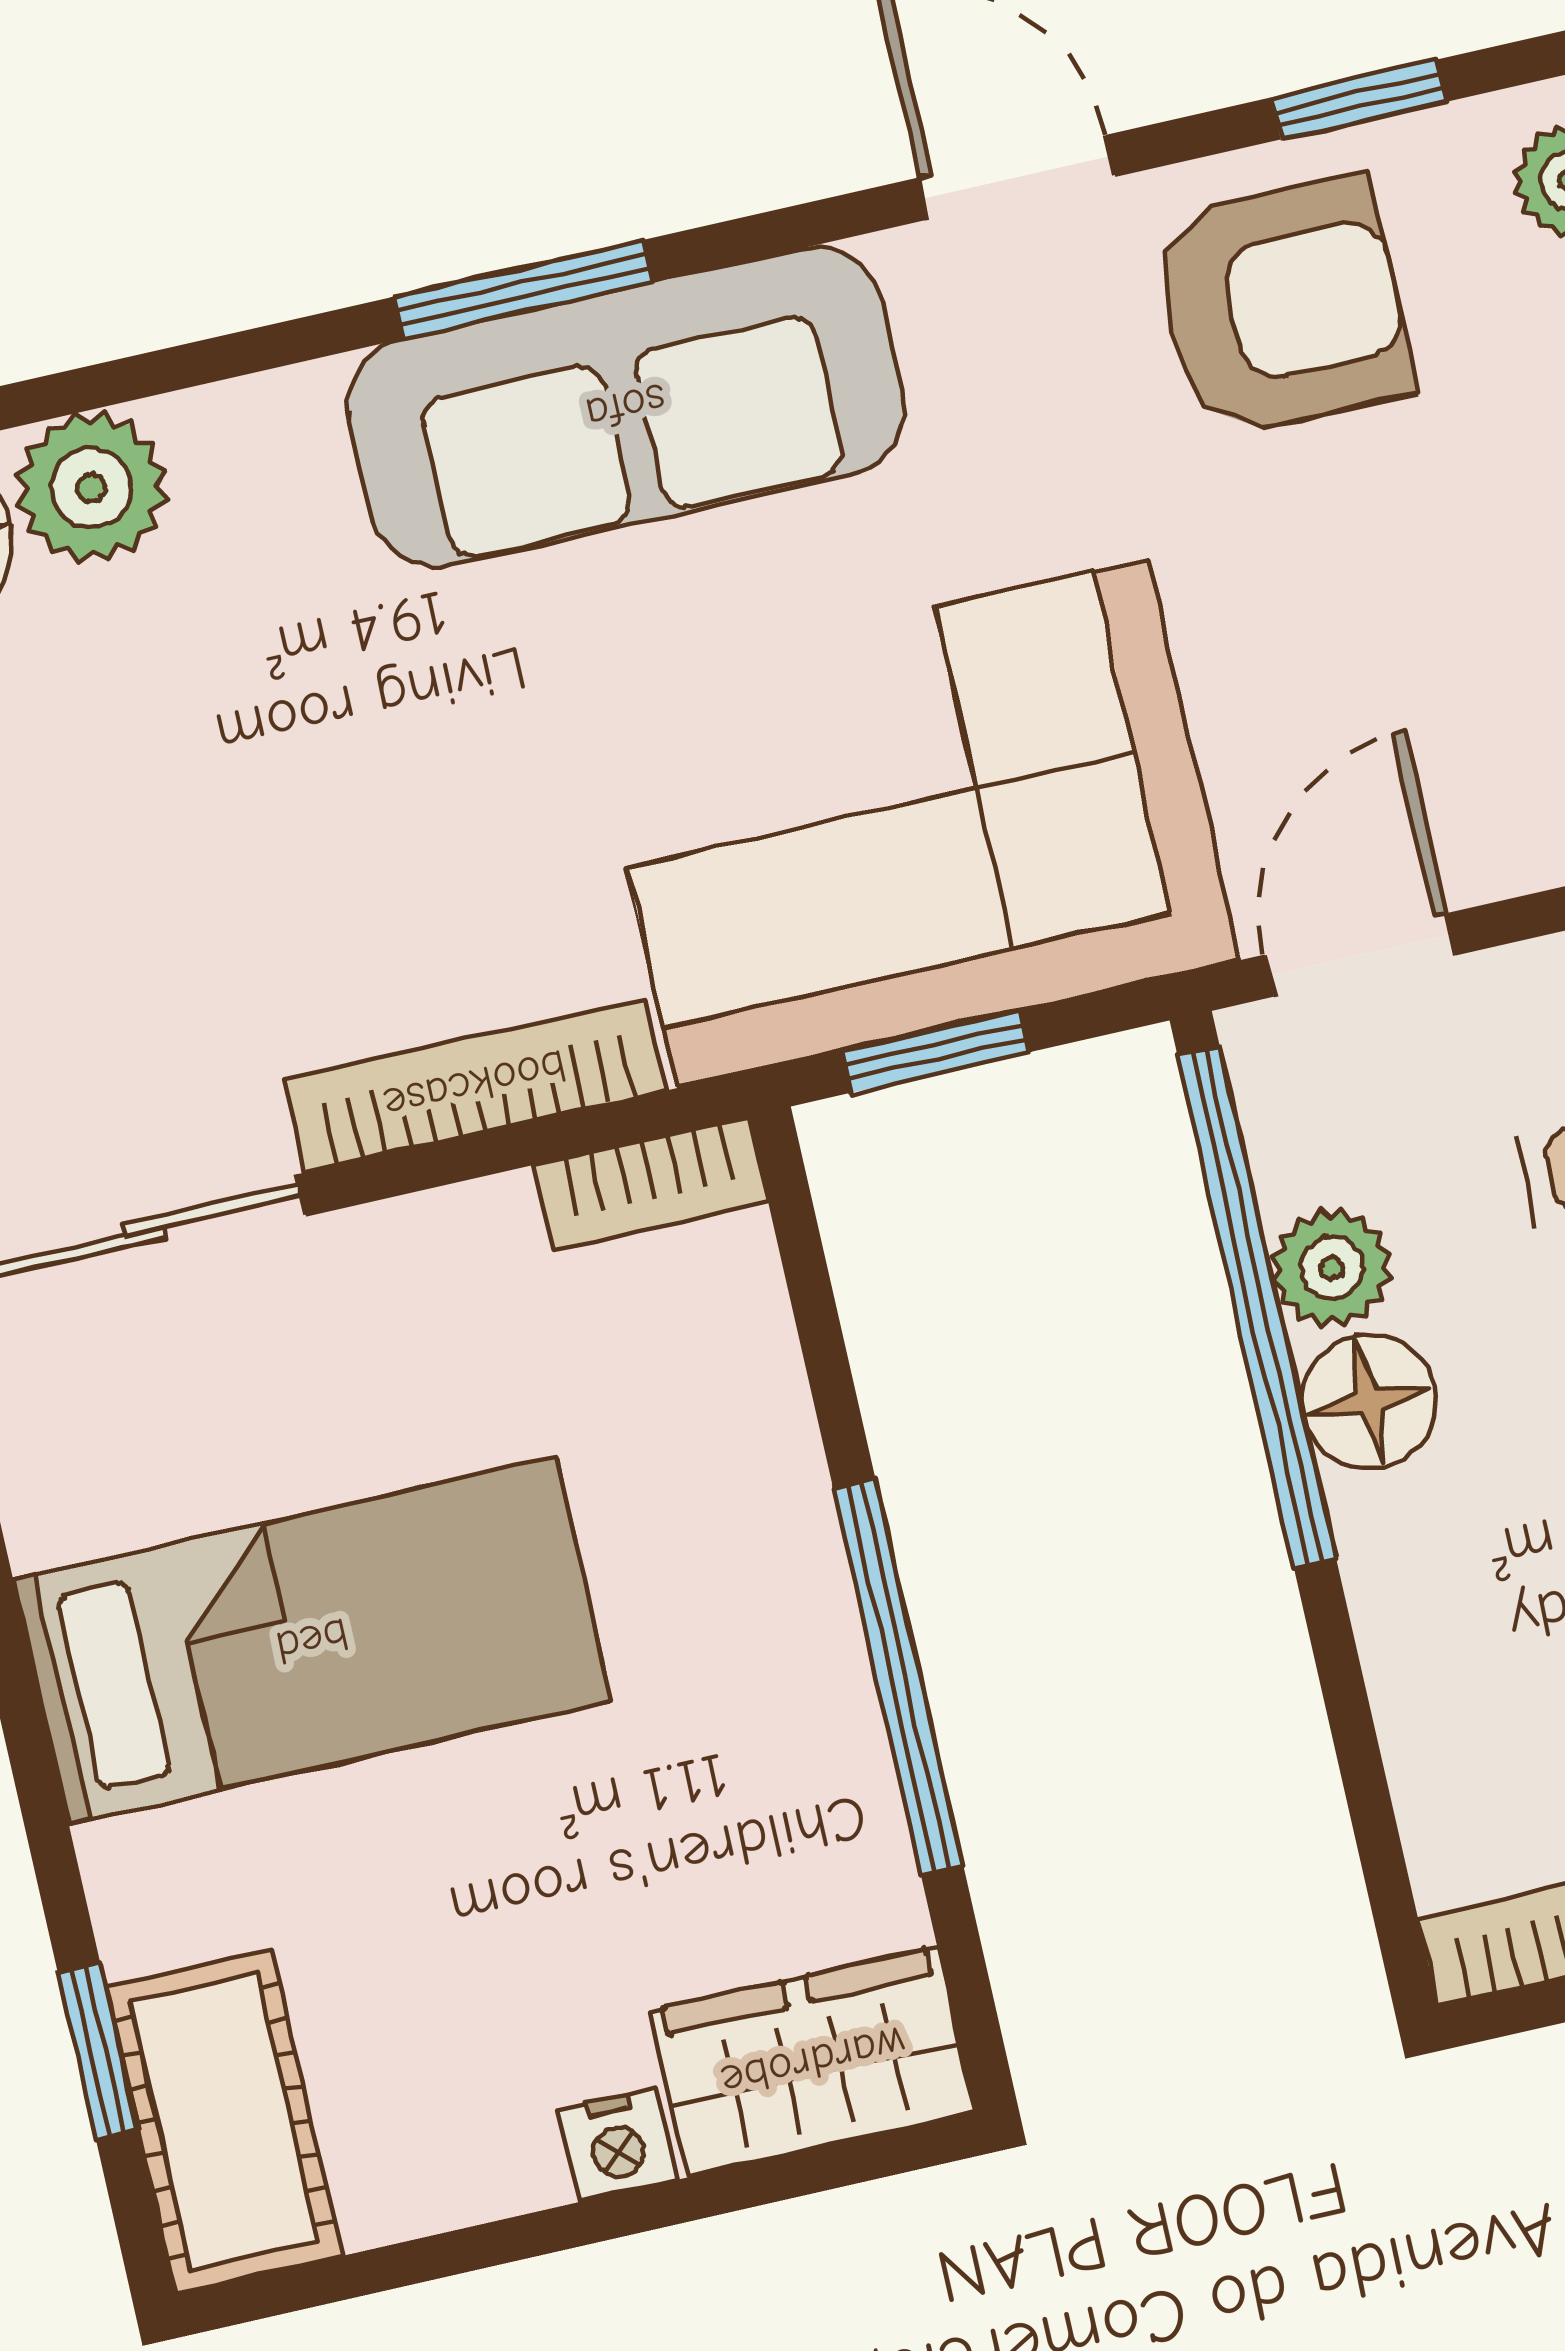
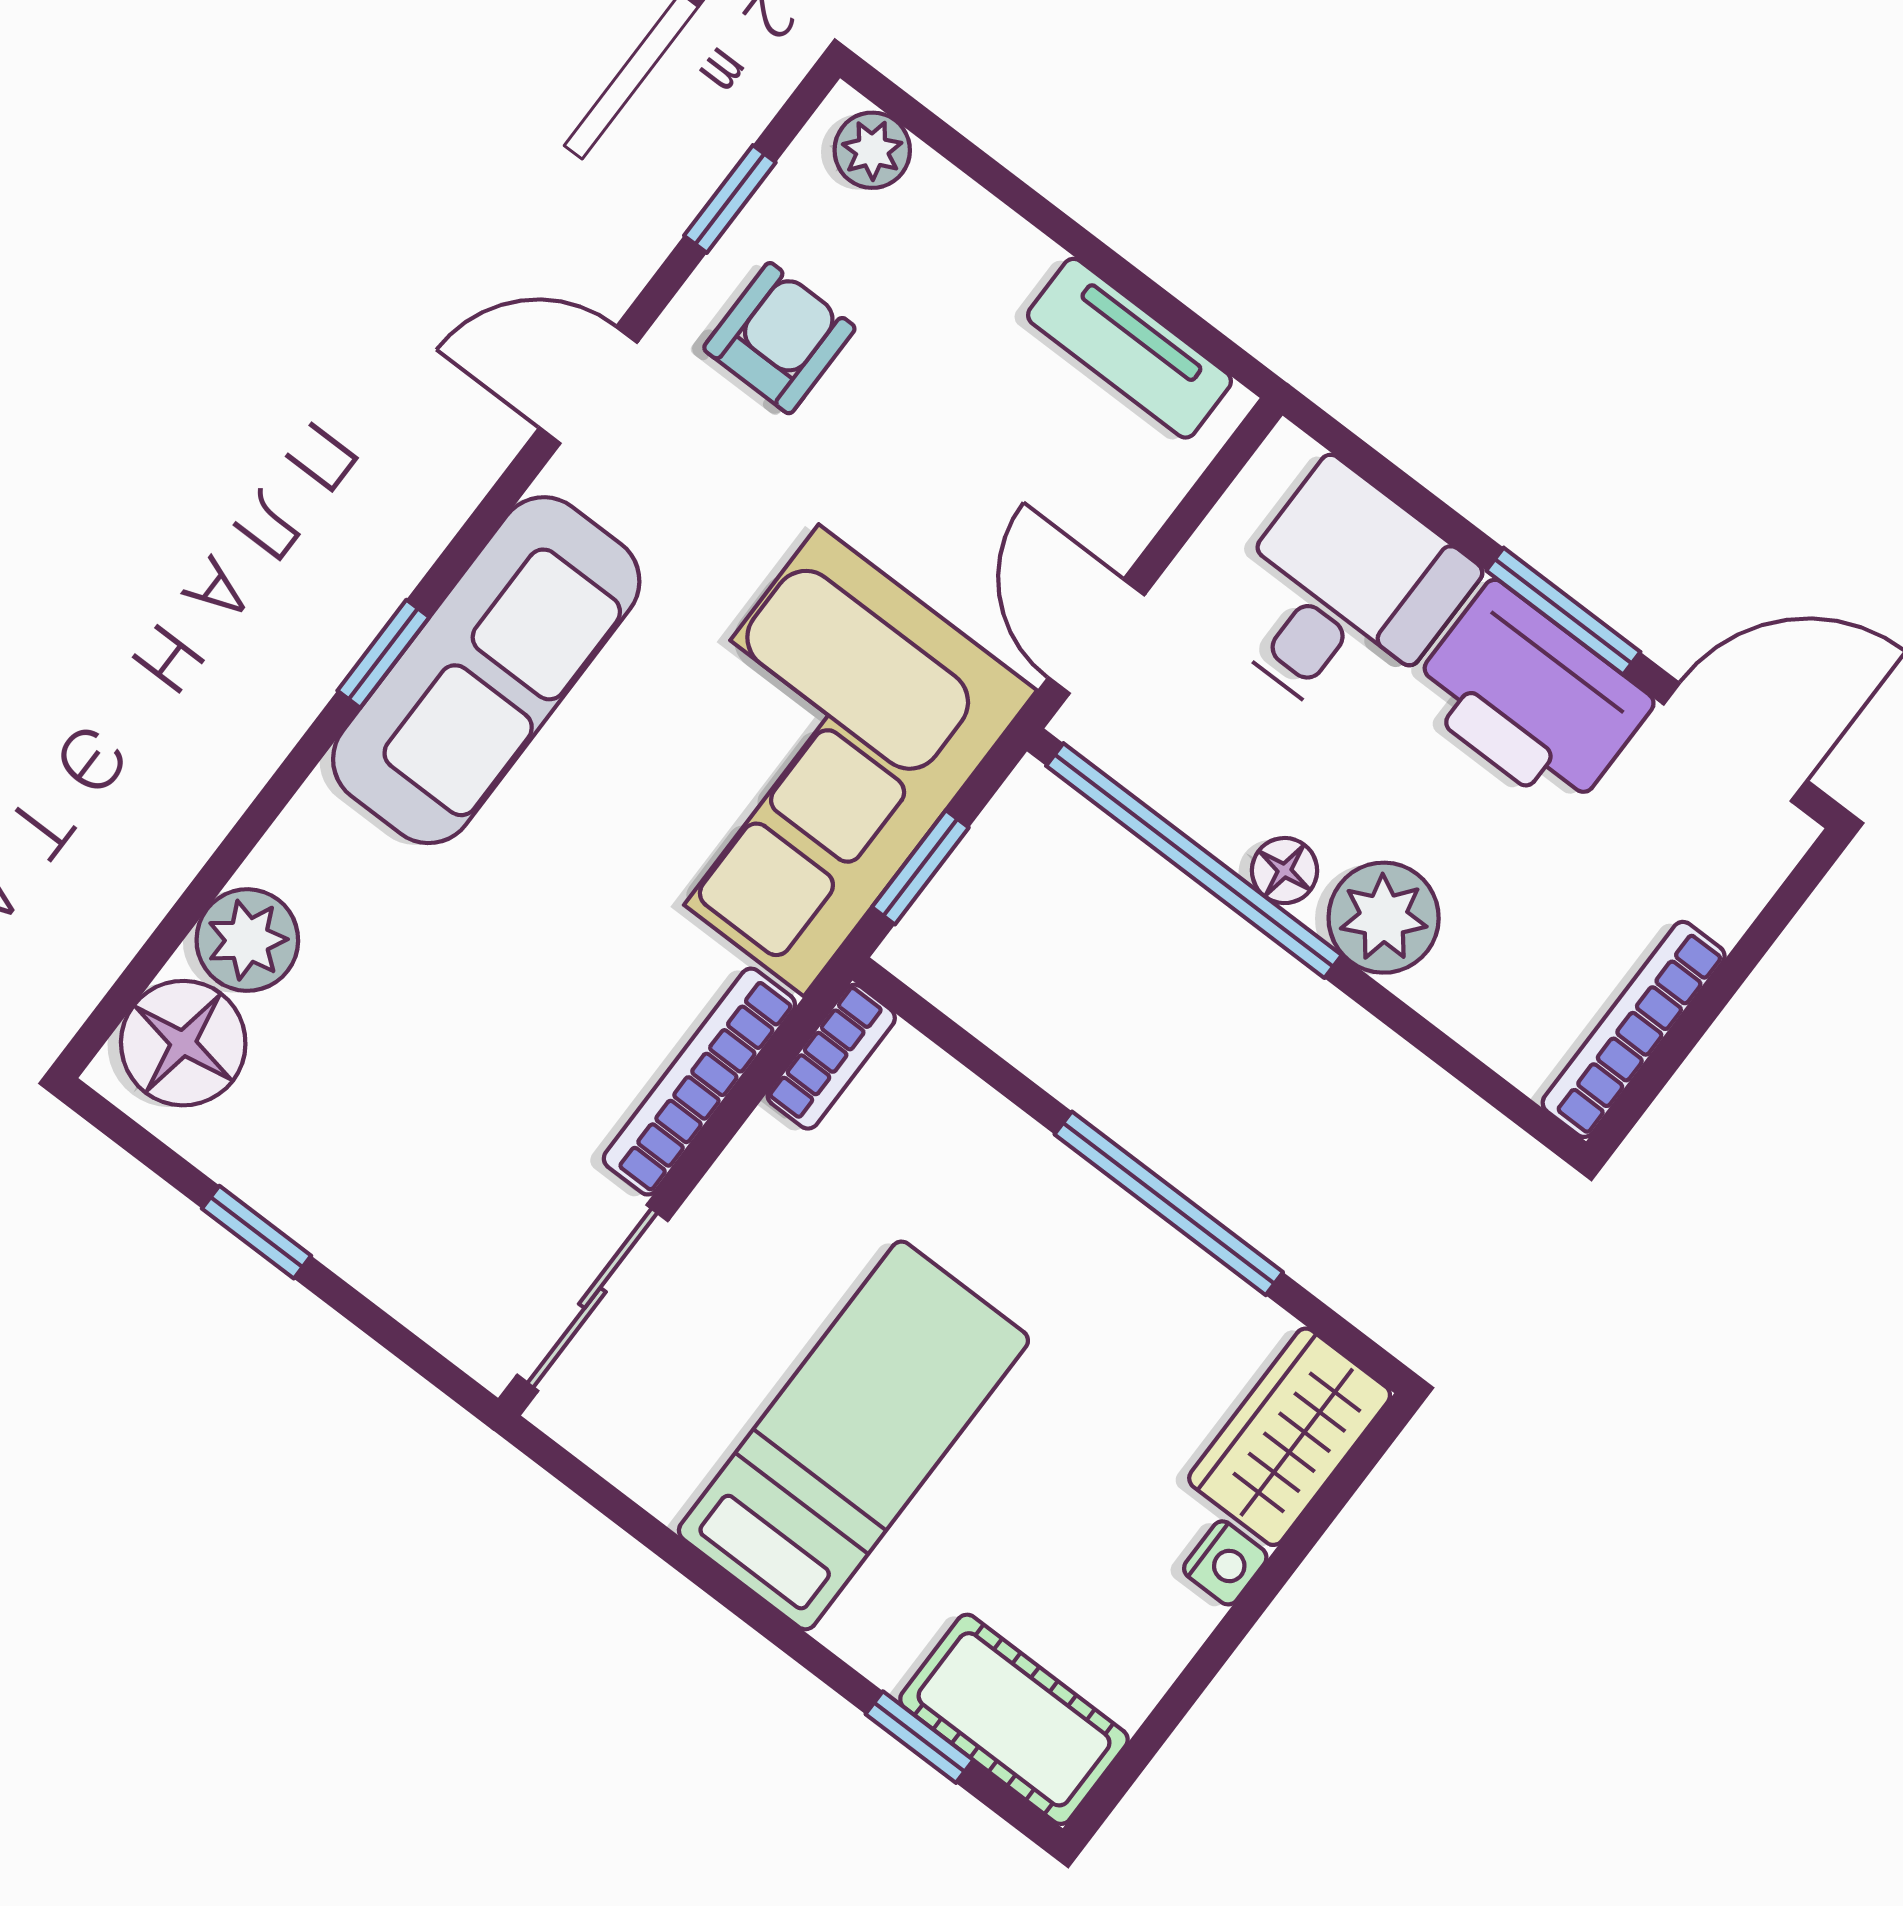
window: (523, 289) -> (383, 654), width x0.67
armchair: (1282, 307) -> (779, 338), width x0.72, depth x0.72
plant: (1332, 1268) -> (1384, 918), moved, width x1.38, depth x1.38
floor lamp: (1369, 1401) -> (1284, 871), width x0.73, depth x0.73

